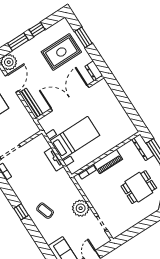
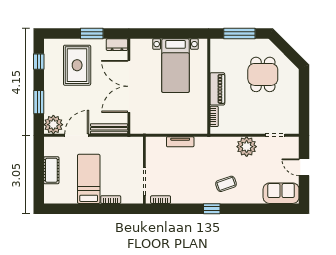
window: (37, 29) -> (39, 62), moved
window: (83, 37) -> (92, 34), moved
door: (12, 83) -> (77, 135), hinge flipped
bed with nightstands: (75, 138) -> (175, 66), moved, turned 180
dresser: (143, 147) -> (225, 45), removed

